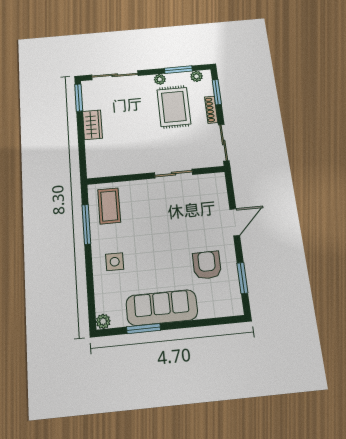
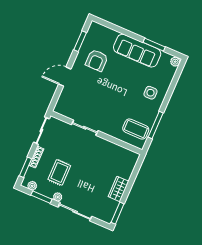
sliding door: (115, 75) -> (75, 212), moved
rug: (174, 107) -> (59, 172), width x0.73, depth x0.70
coffee table: (109, 206) -> (136, 129), turned 90

